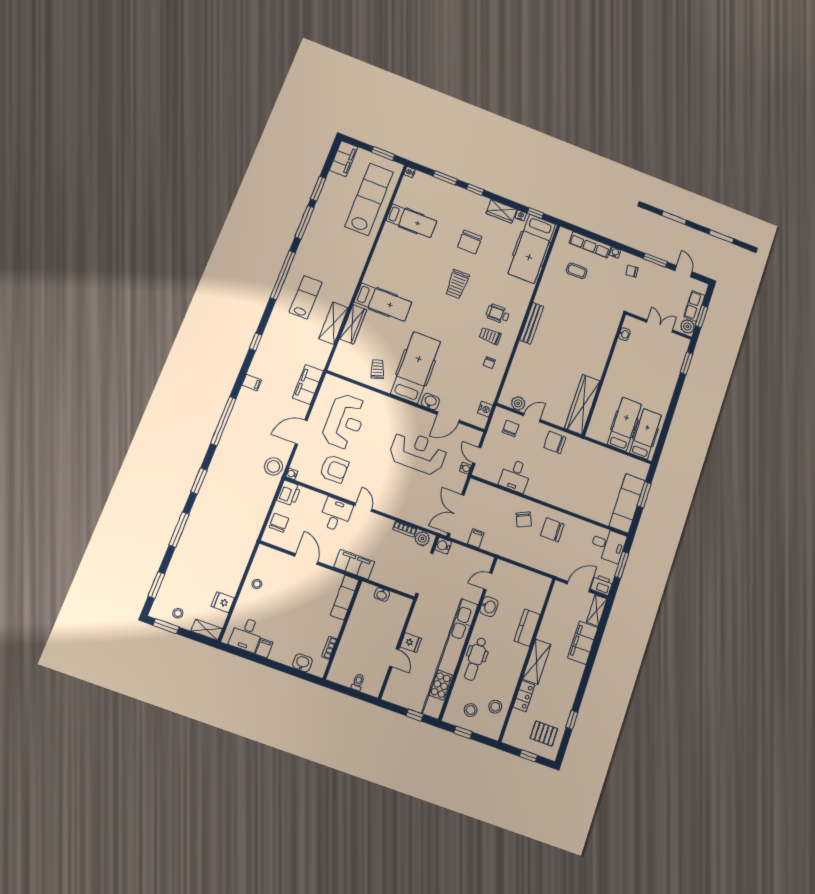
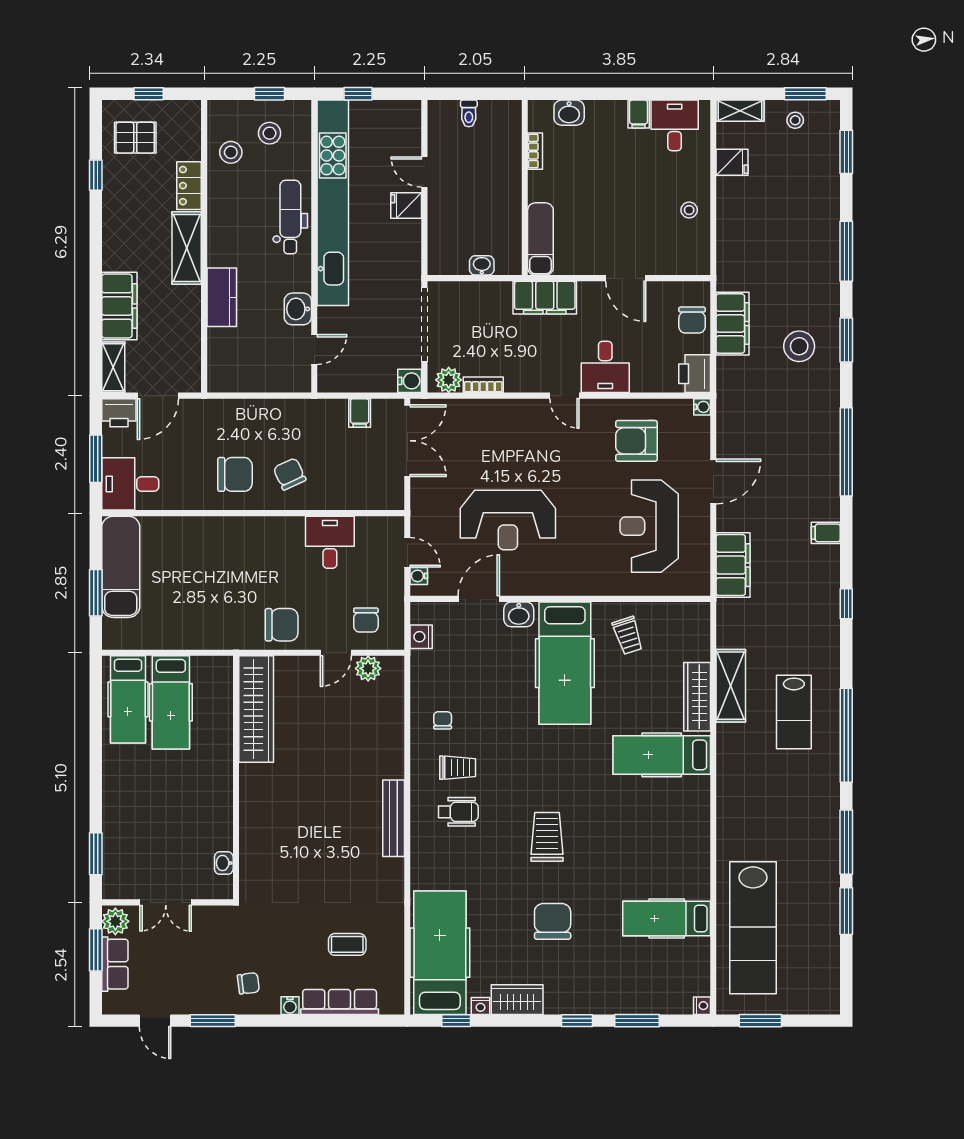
filing cabinet: (344, 159) -> (733, 324), moved, turned 180
stool: (273, 466) -> (799, 346), moved
water cooler: (465, 468) -> (419, 576), moved

